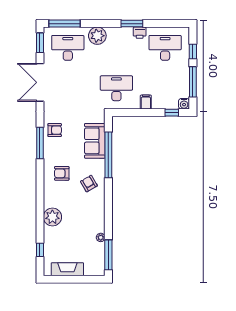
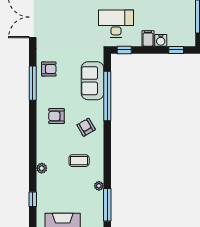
water cooler: (184, 104) -> (161, 40), moved
window: (124, 113) -> (124, 50), added
coffee table: (82, 214) -> (79, 161), added
plant: (52, 217) -> (42, 168), width x0.53, depth x0.53

